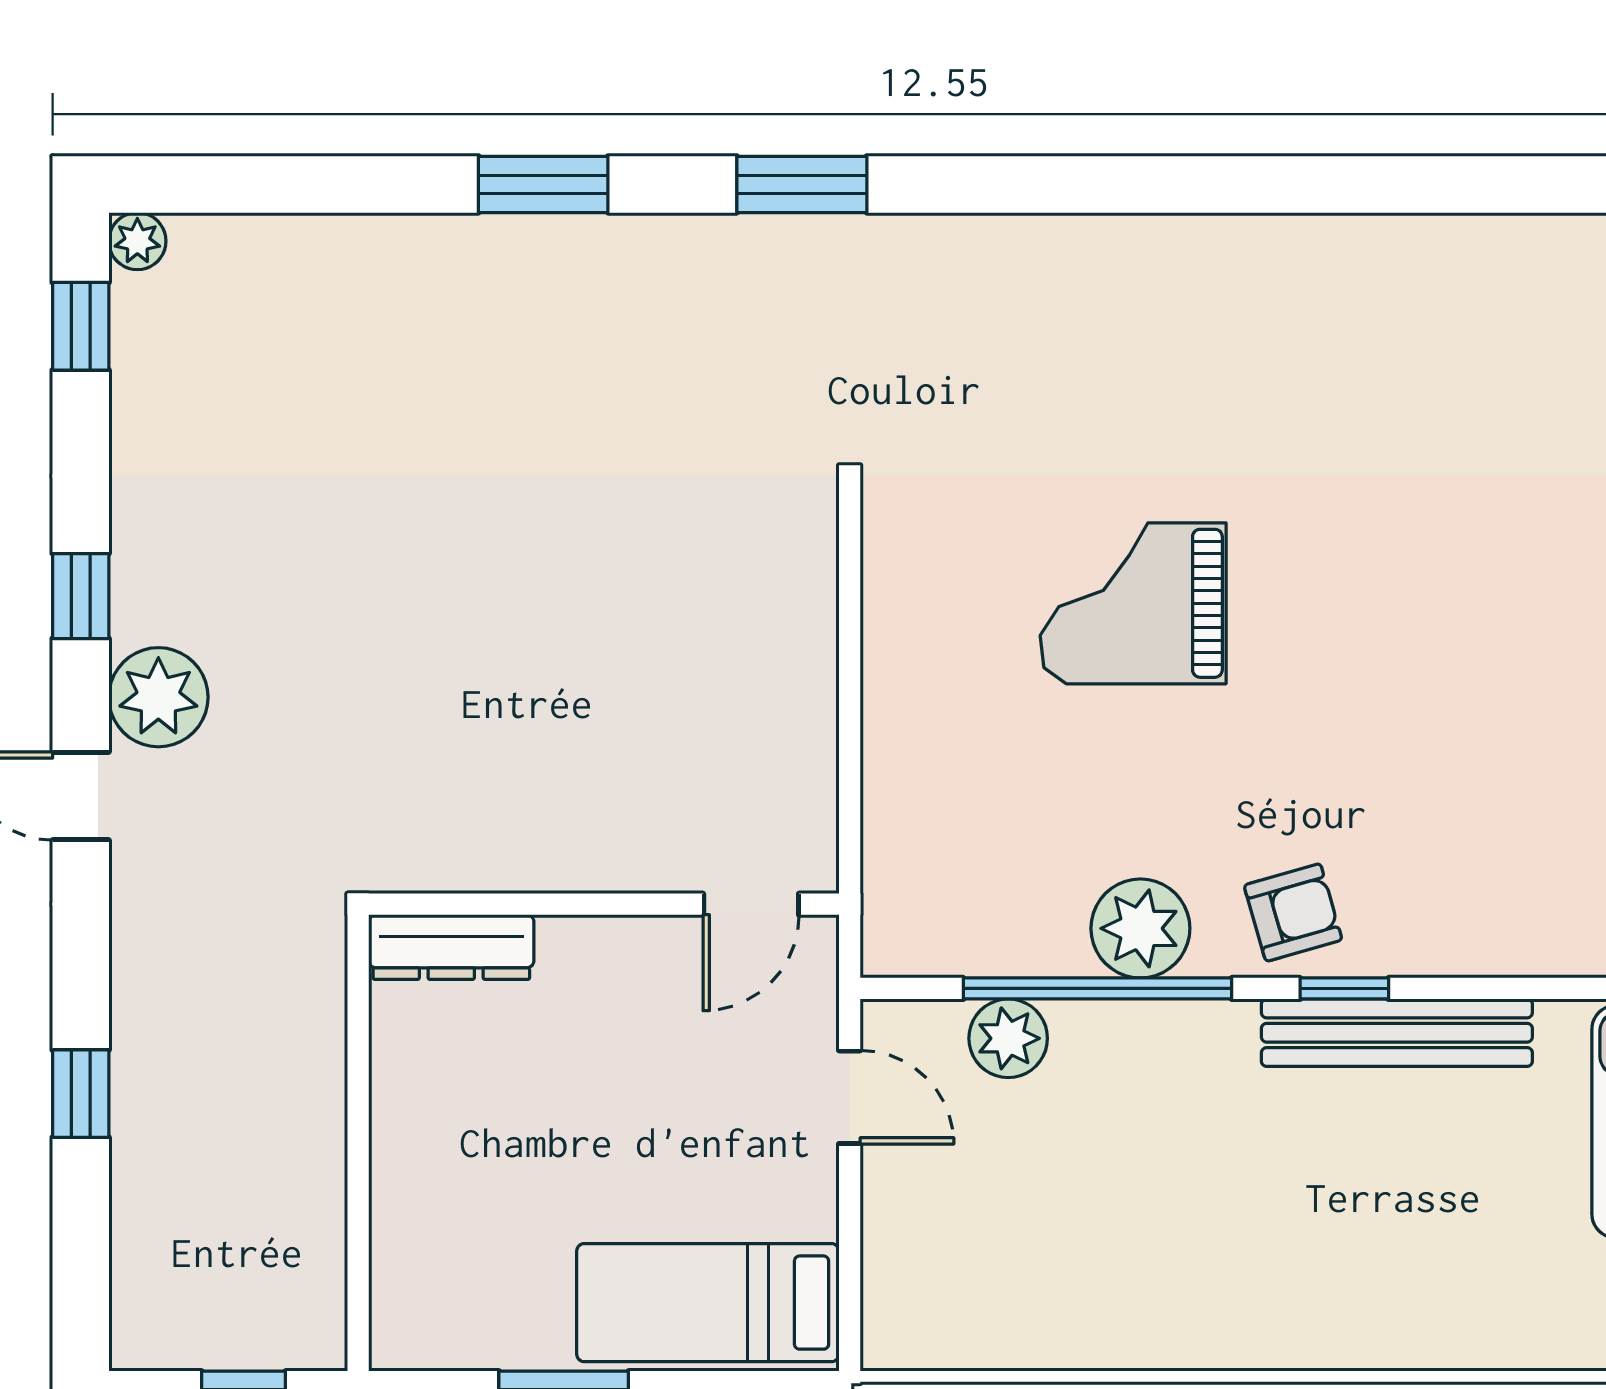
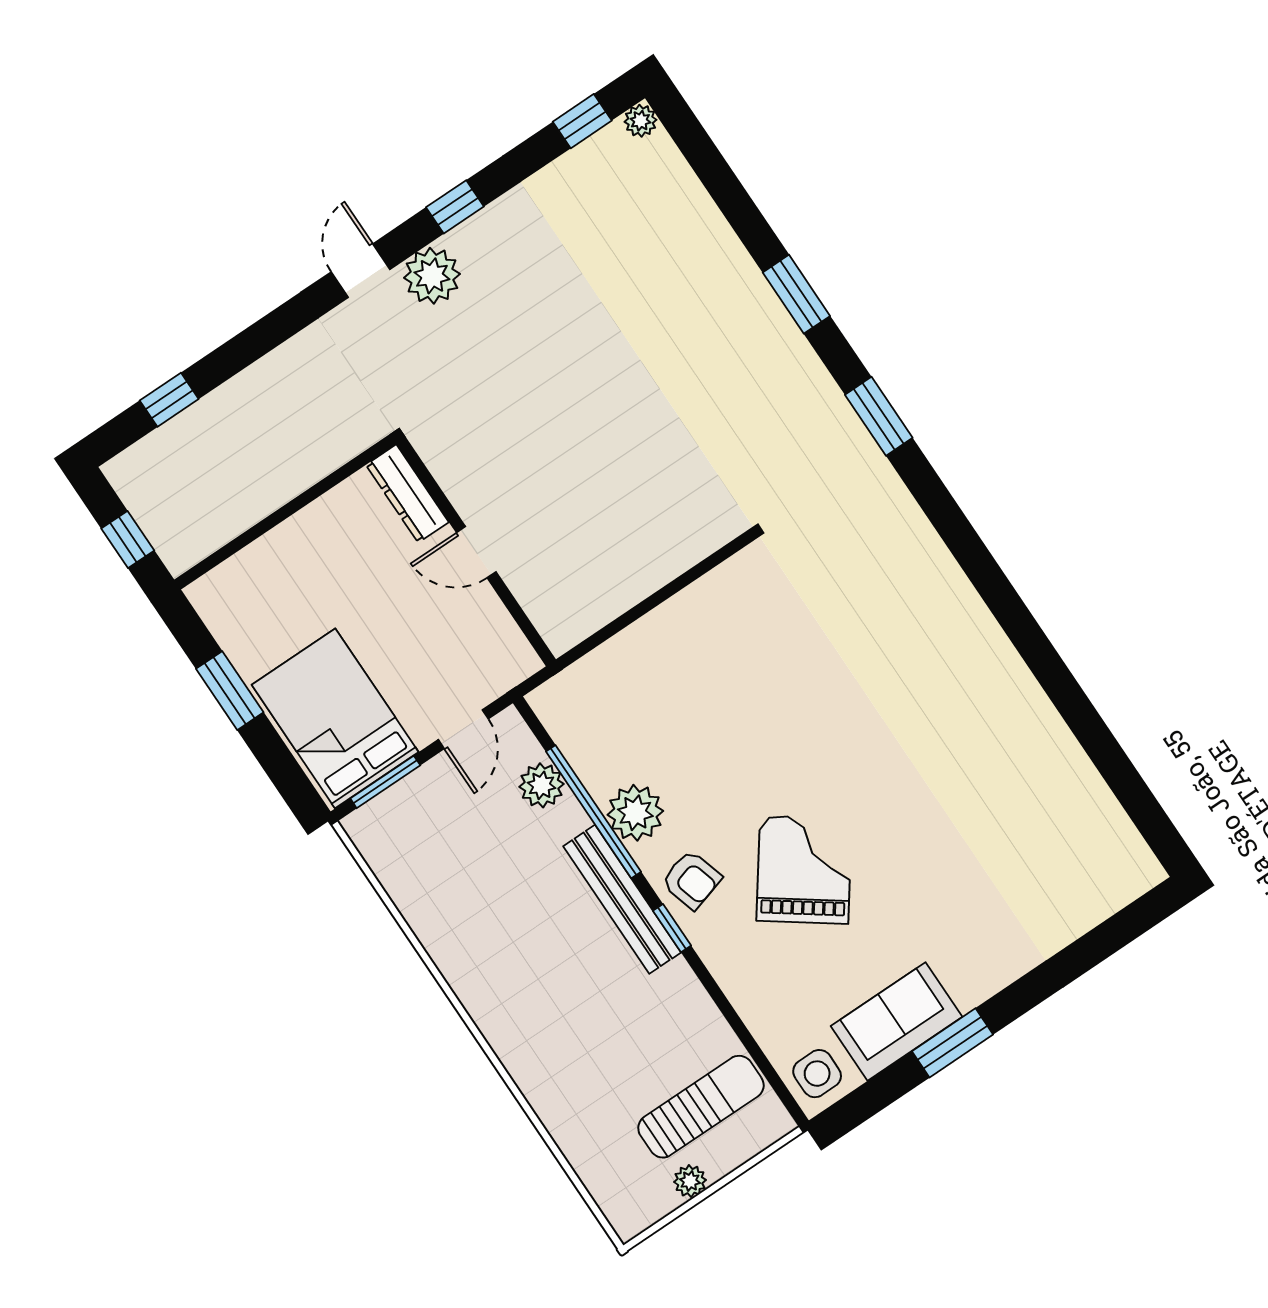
grand piano: (1133, 603) -> (804, 870), moved, turned 36
door: (751, 904) -> (476, 552), moved
bench: (1397, 1033) -> (622, 899), moved
window: (81, 1094) -> (169, 400), moved
window: (850, 1263) -> (385, 782), added
bed: (708, 1303) -> (335, 718), width x1.50

